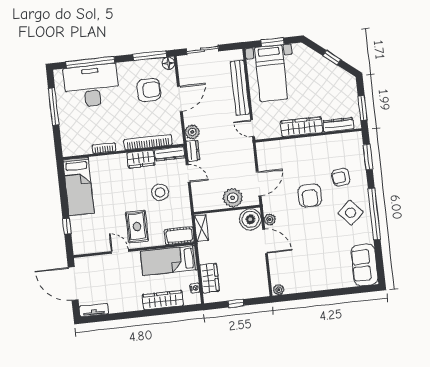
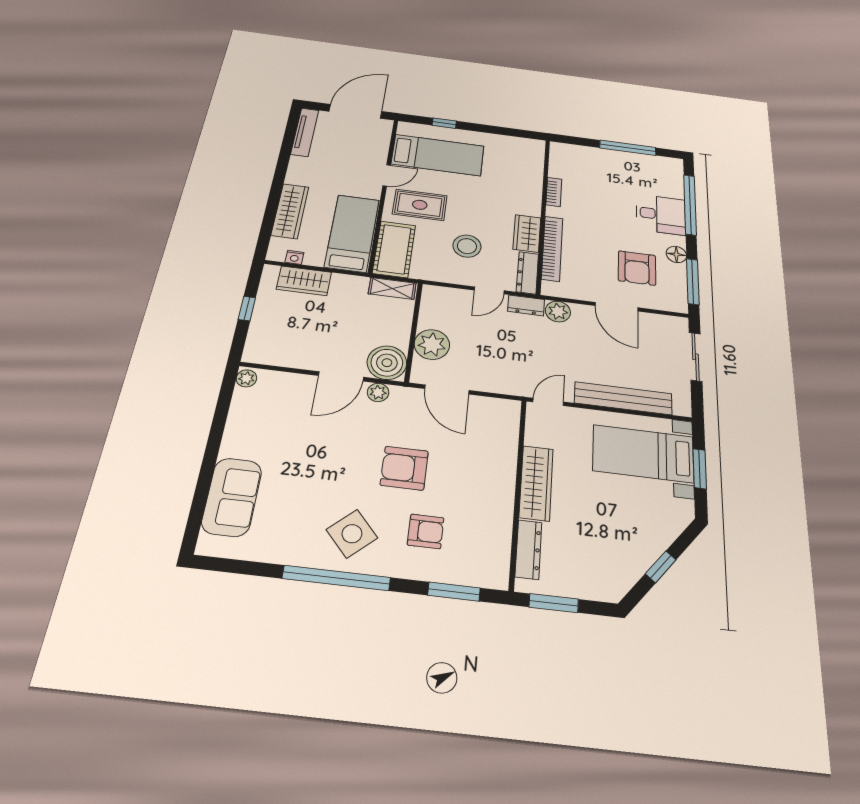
floor lamp: (168, 63) -> (676, 254), moved
desk: (92, 86) -> (661, 215), width x0.53, depth x0.77
armchair: (341, 177) -> (426, 531), turned 97
bed: (79, 186) -> (438, 155), moved, turned 180
cot: (179, 236) -> (394, 249), width x1.37, depth x1.34
sofa: (364, 265) -> (232, 497), moved, turned 90
tv unit: (94, 310) -> (305, 132), width x1.41

